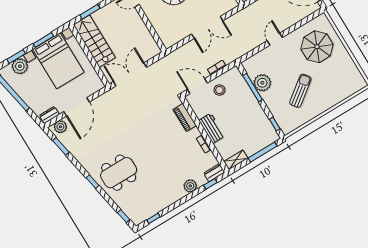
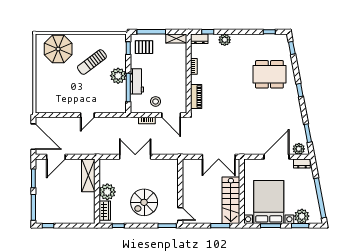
parasol: (317, 47) -> (58, 49), moved
plant: (262, 83) -> (118, 76), moved
workbench: (212, 128) -> (137, 81), moved, turned 180
pallet: (261, 134) -> (144, 47), added
dining table: (119, 173) -> (269, 74), moved

